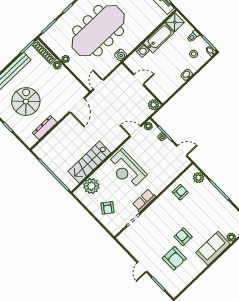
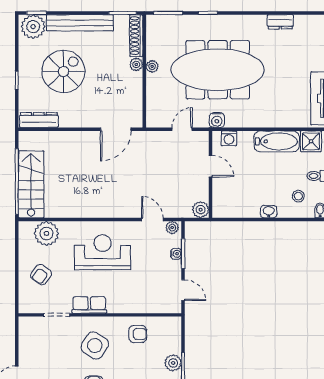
washing machine: (142, 51) -> (229, 138), moved
door: (98, 85) -> (182, 129), moved
dresser: (45, 128) -> (39, 120), moved
stairs: (90, 162) -> (31, 184), moved, turned 90
reception desk: (126, 169) -> (103, 252), turned 90
plant: (199, 178) -> (173, 363), moved
side table: (165, 217) -> (95, 346), added

